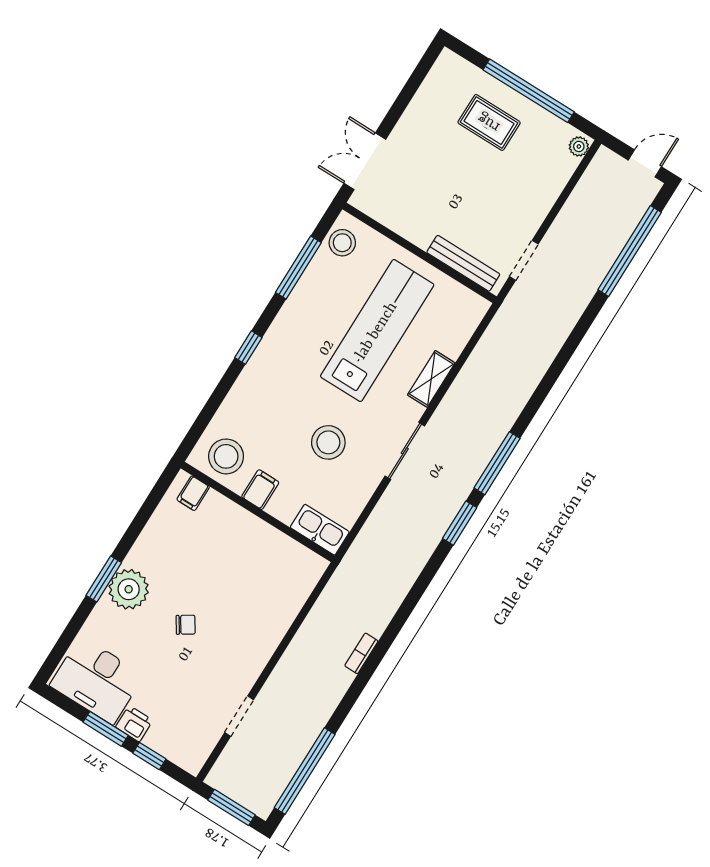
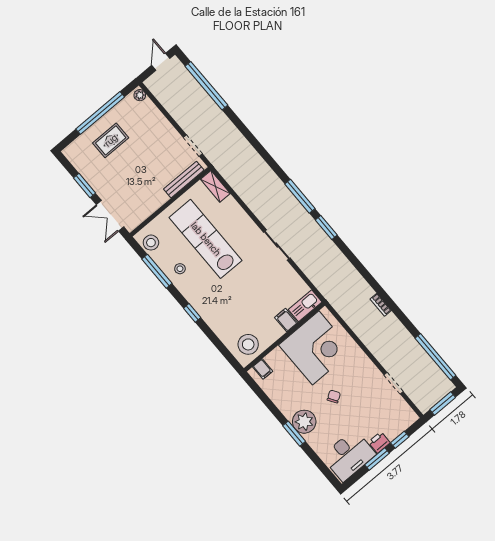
window: (401, 103) -> (84, 186), added
shelving: (431, 379) -> (215, 186), moved
stool: (328, 442) -> (180, 269), moved, width x0.53, depth x0.53
filing cabinet: (260, 490) -> (286, 320), moved
corner desk: (256, 569) -> (316, 348), added

